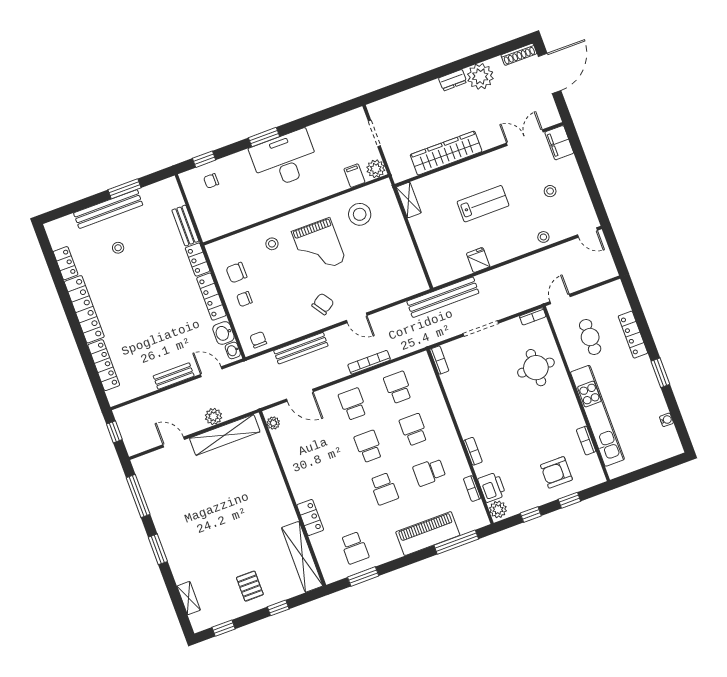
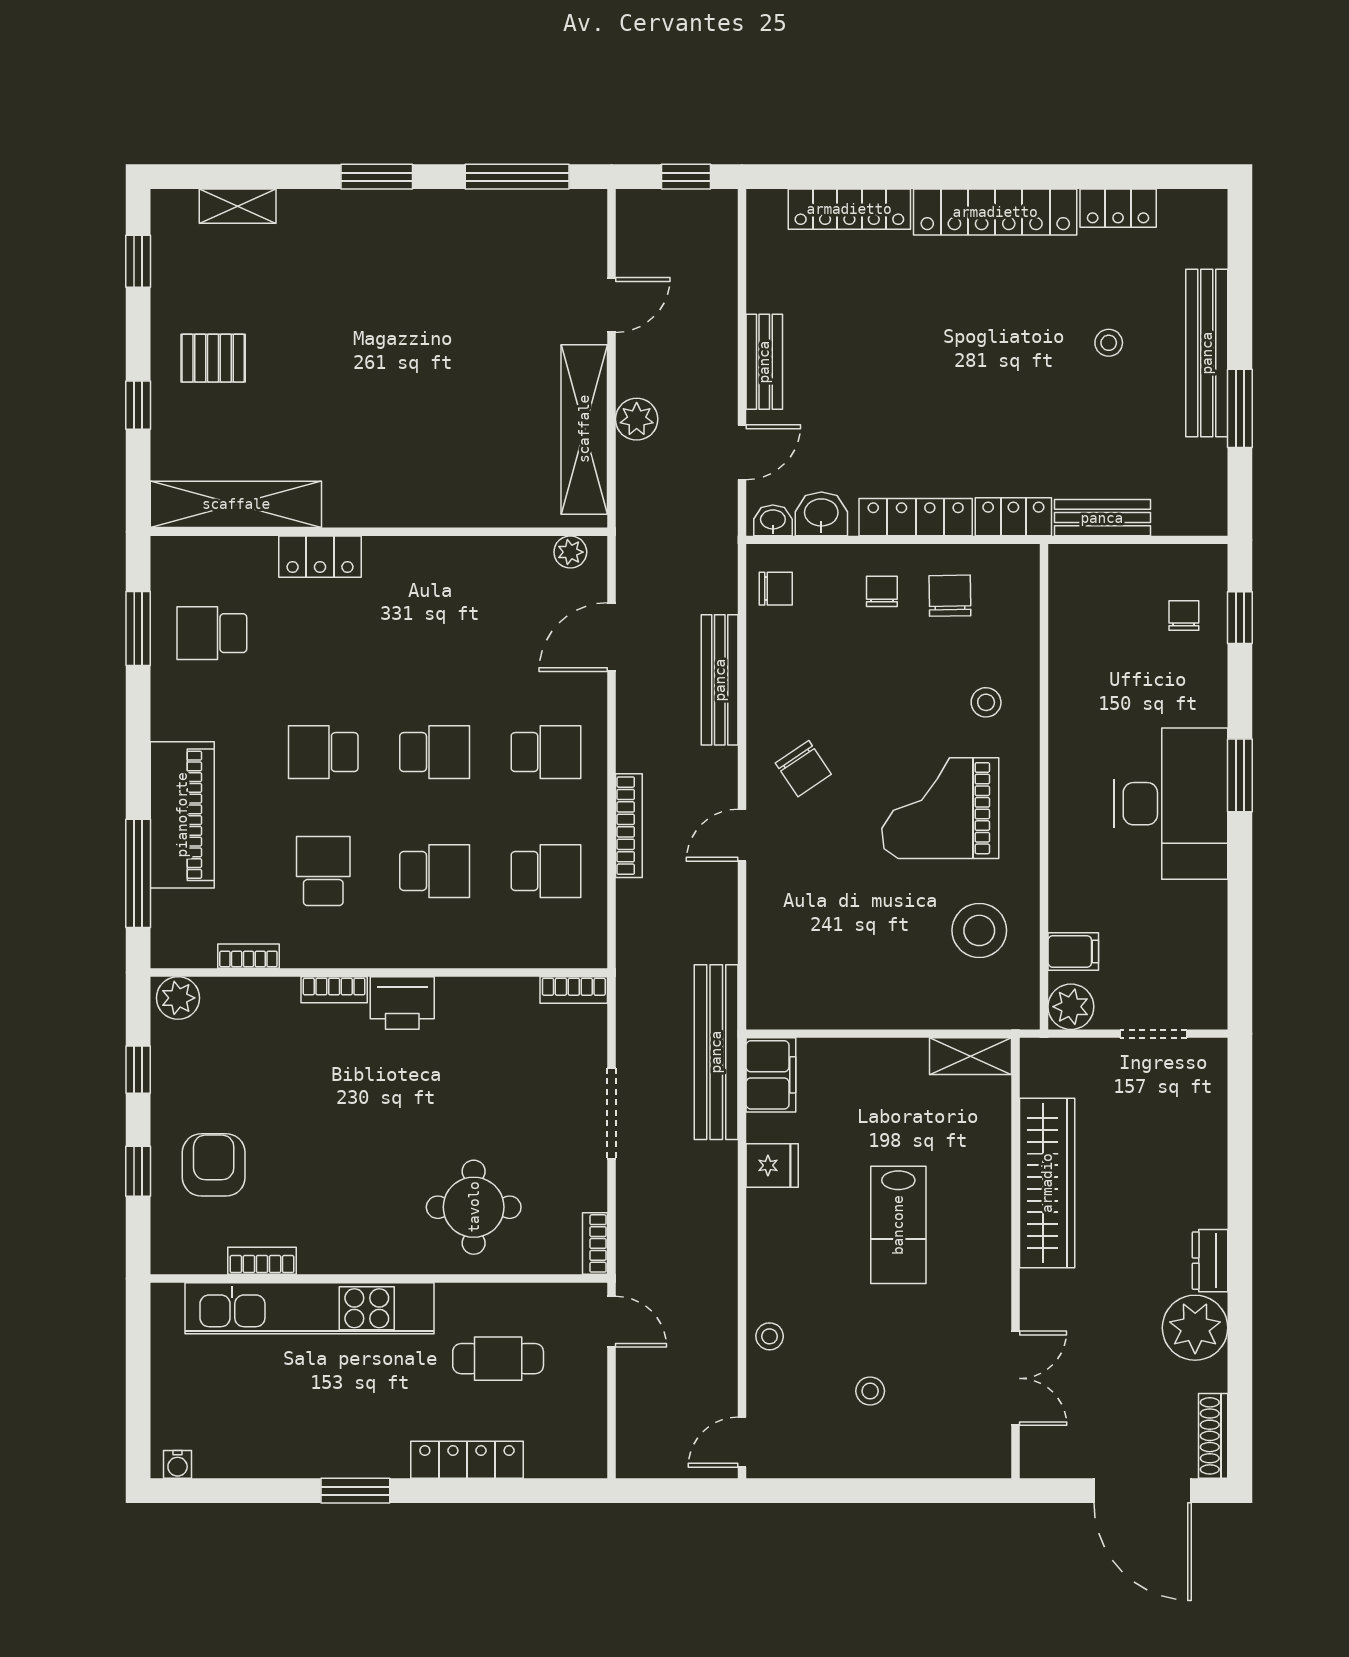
filing cabinet: (559, 143) -> (771, 1075), moved, turned 90
water cooler: (666, 420) -> (178, 1464), moved
printer: (492, 487) -> (402, 1003), moved

